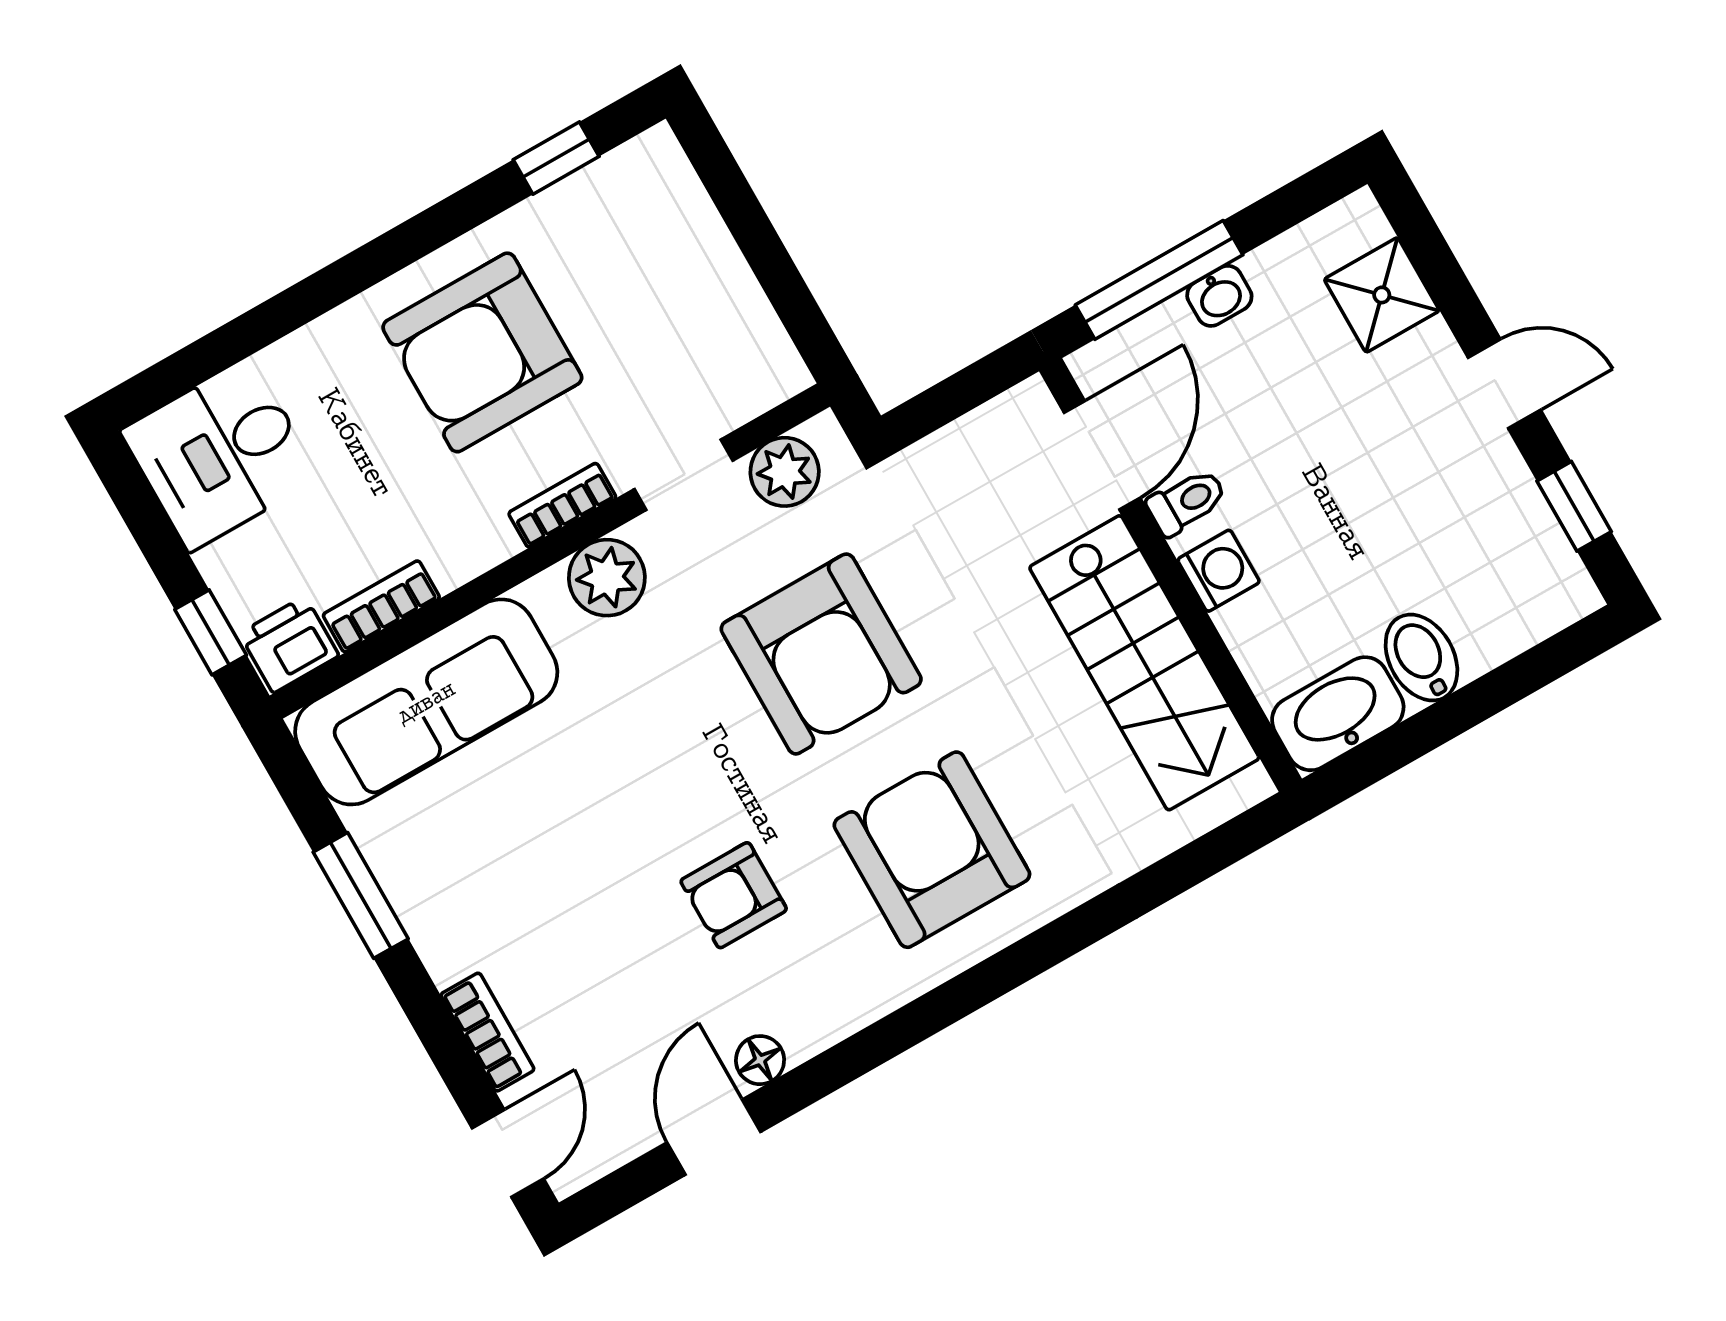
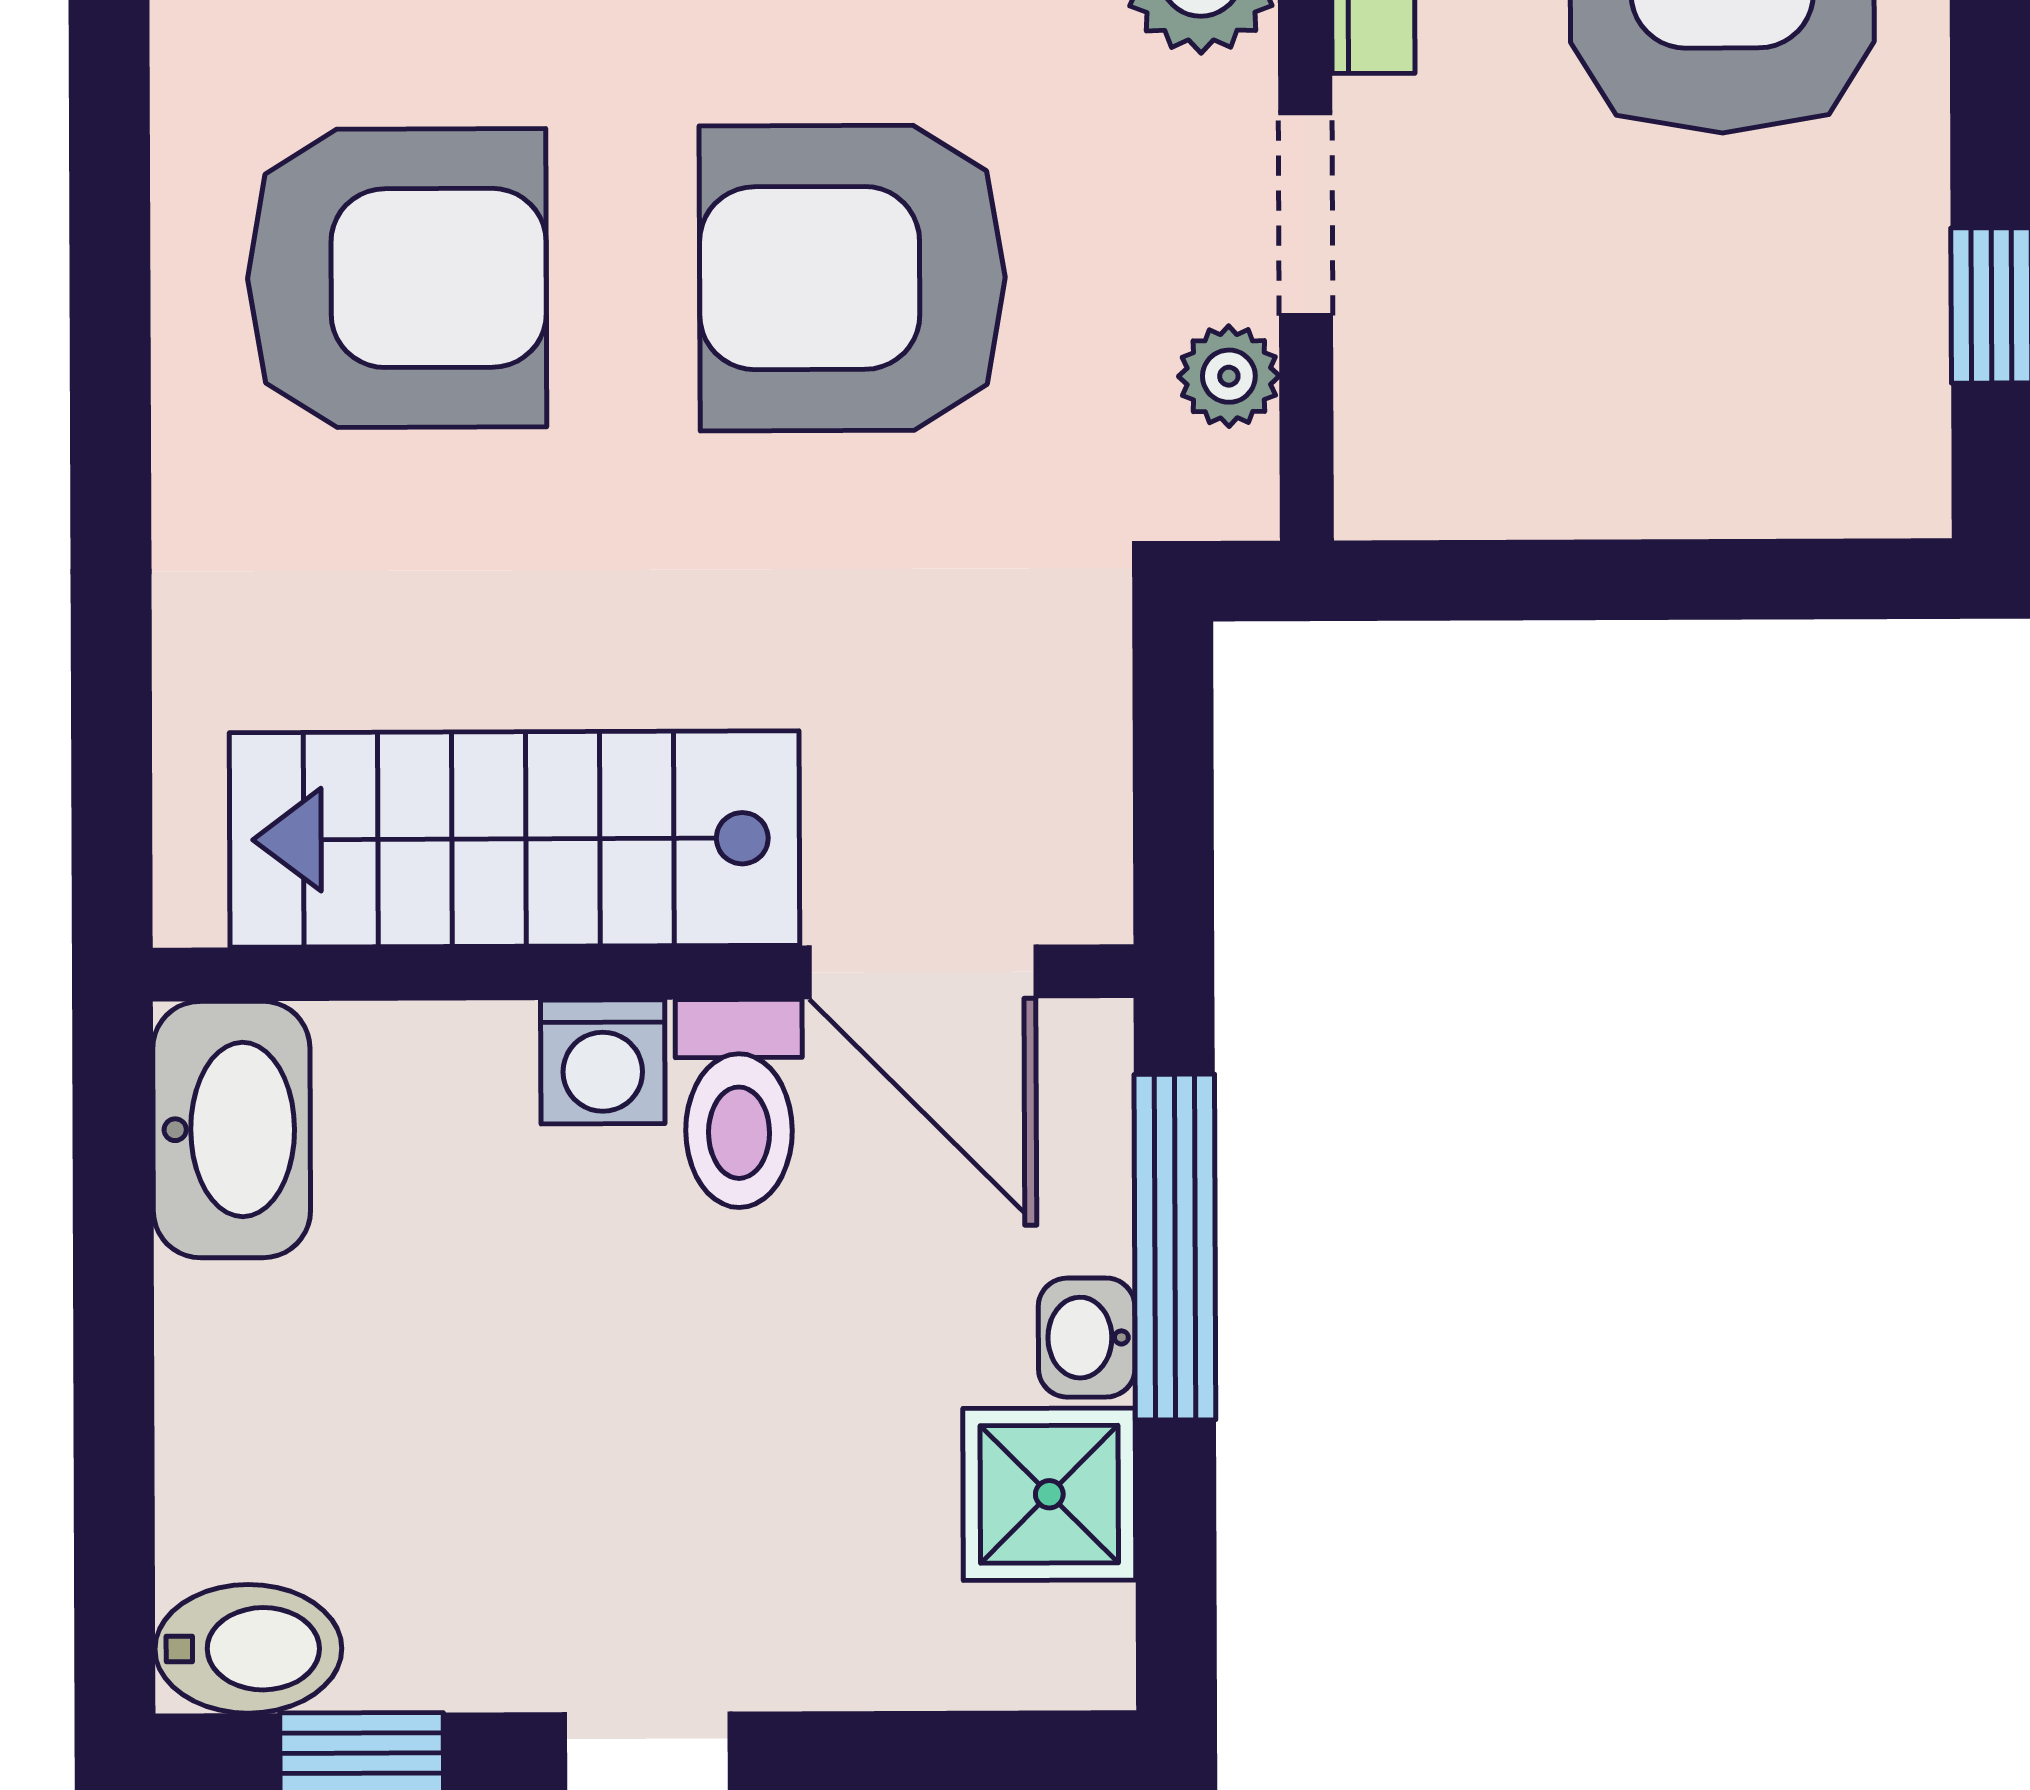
shower: (1382, 295) -> (1049, 1494), moved
plant: (785, 472) -> (1229, 376), width x0.73, depth x0.73
toilet: (1187, 502) -> (739, 1104), width x1.37, depth x1.39
bidet: (1421, 658) -> (248, 1649), moved

